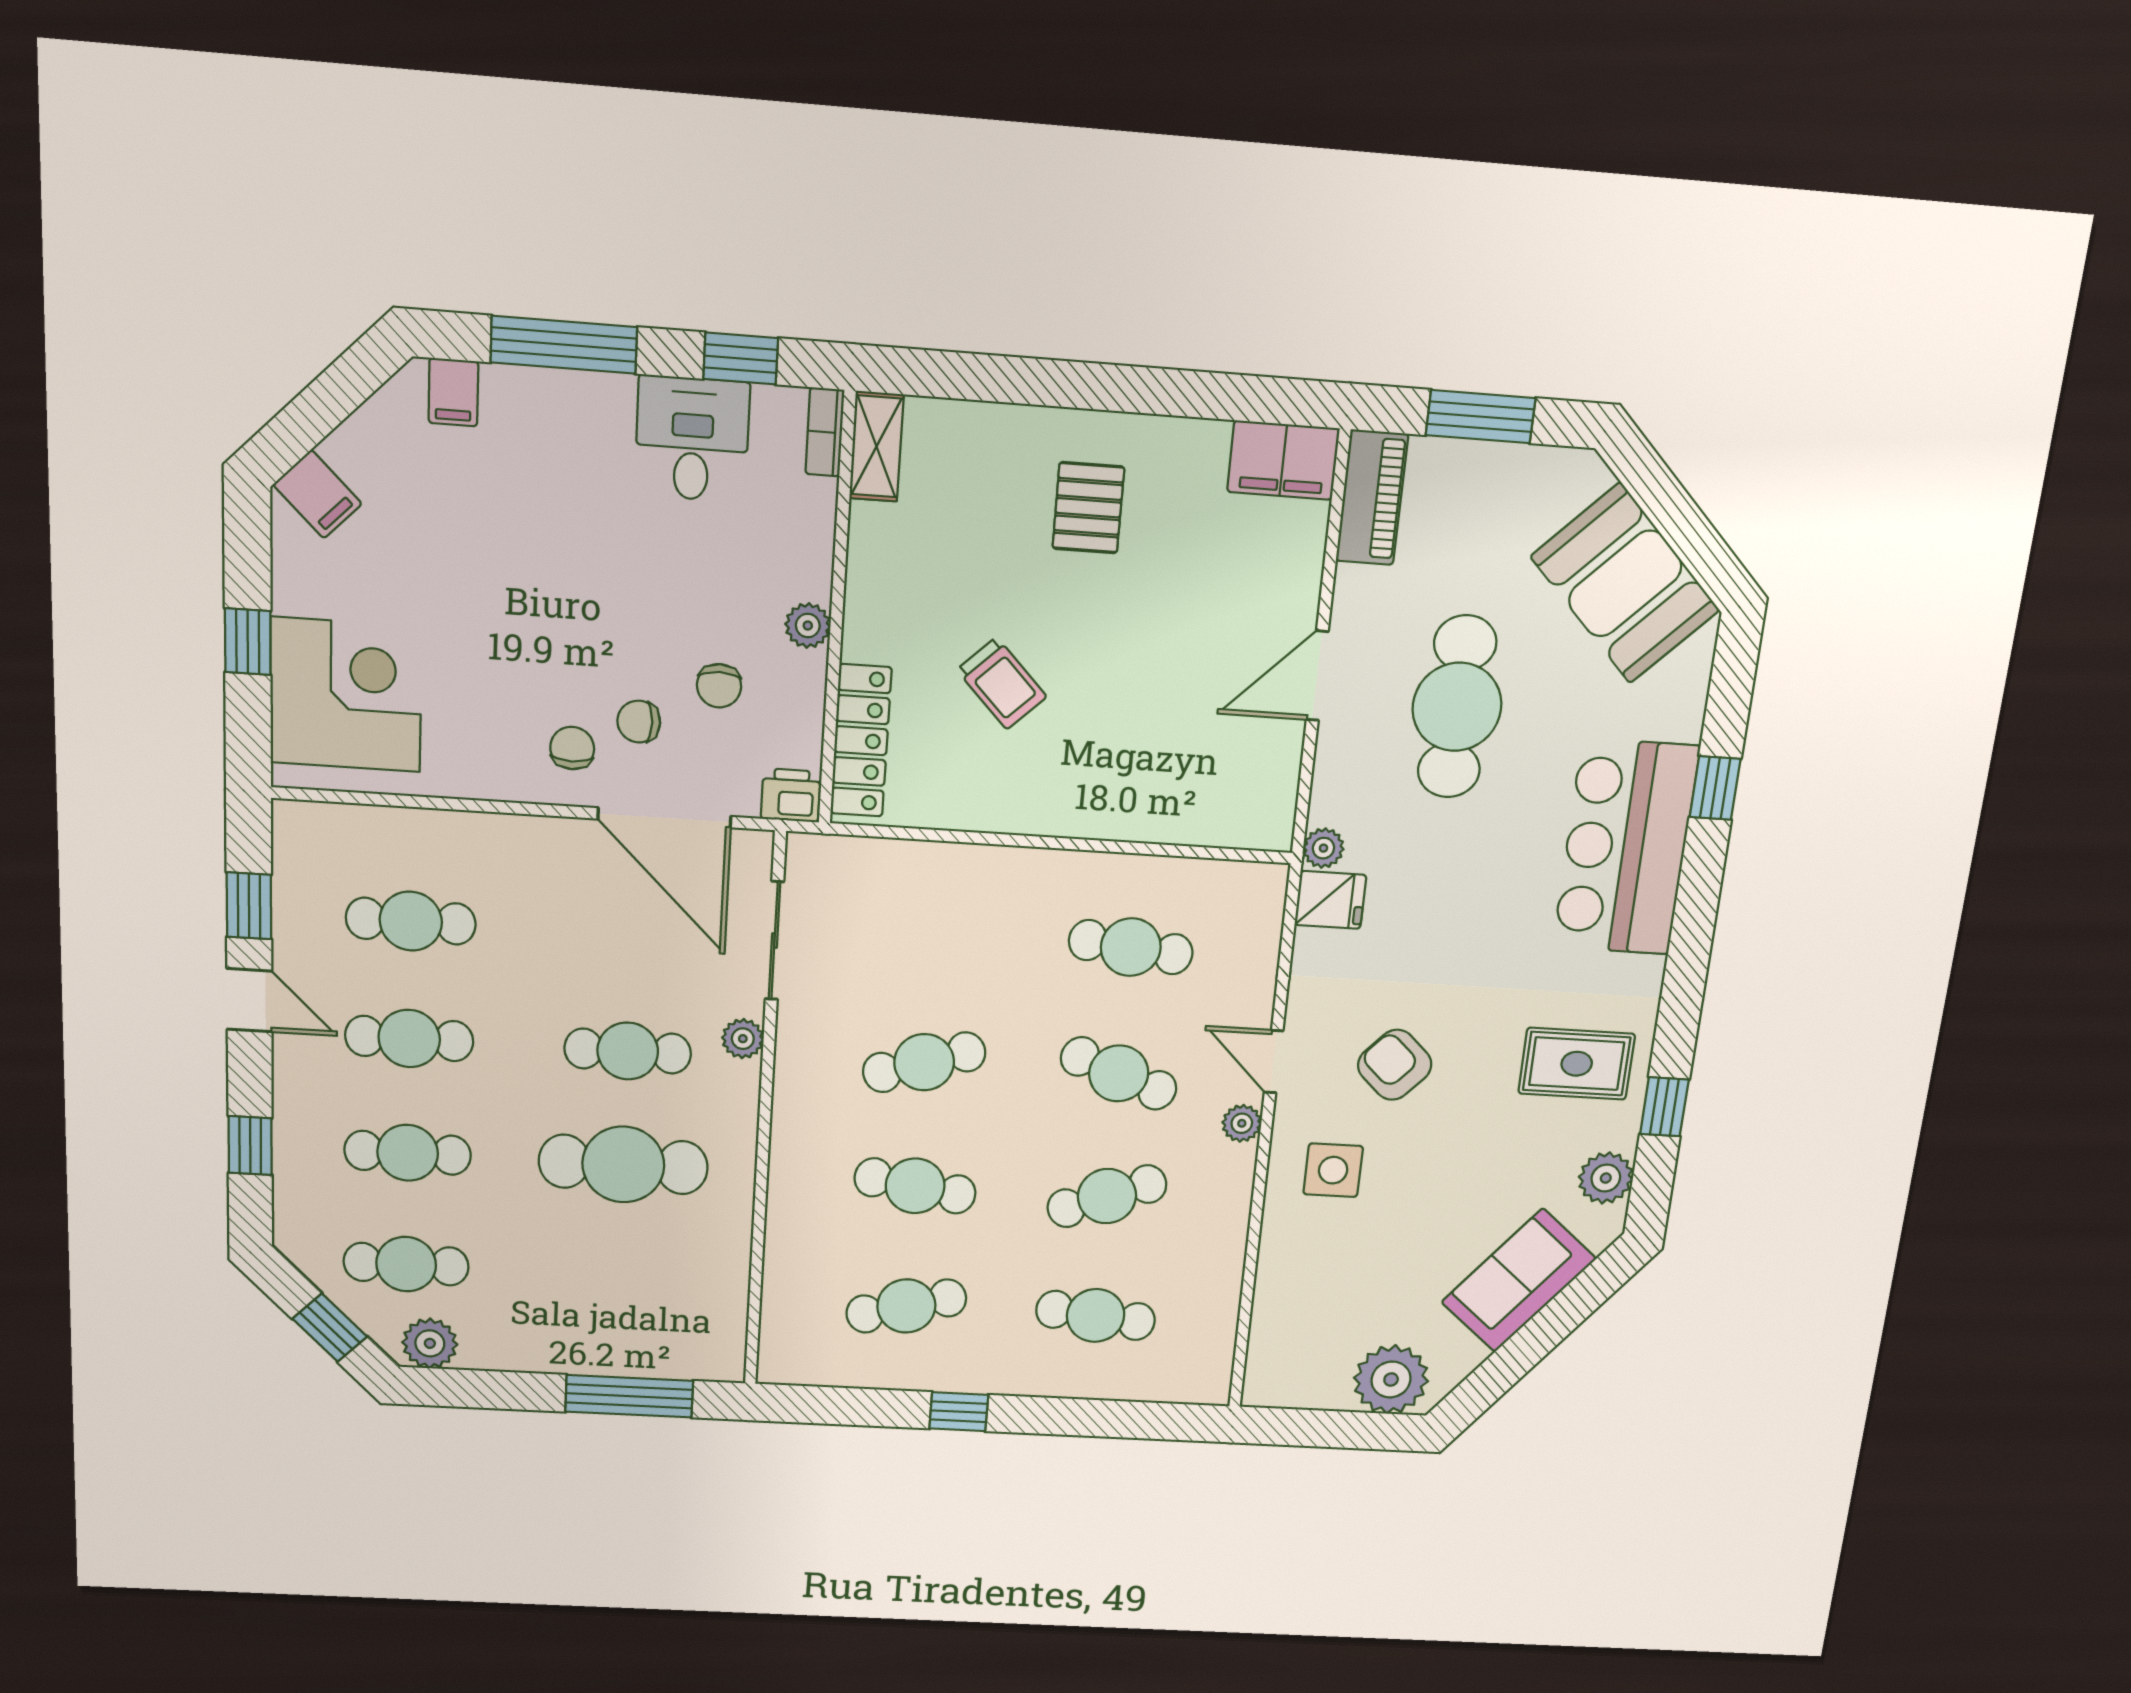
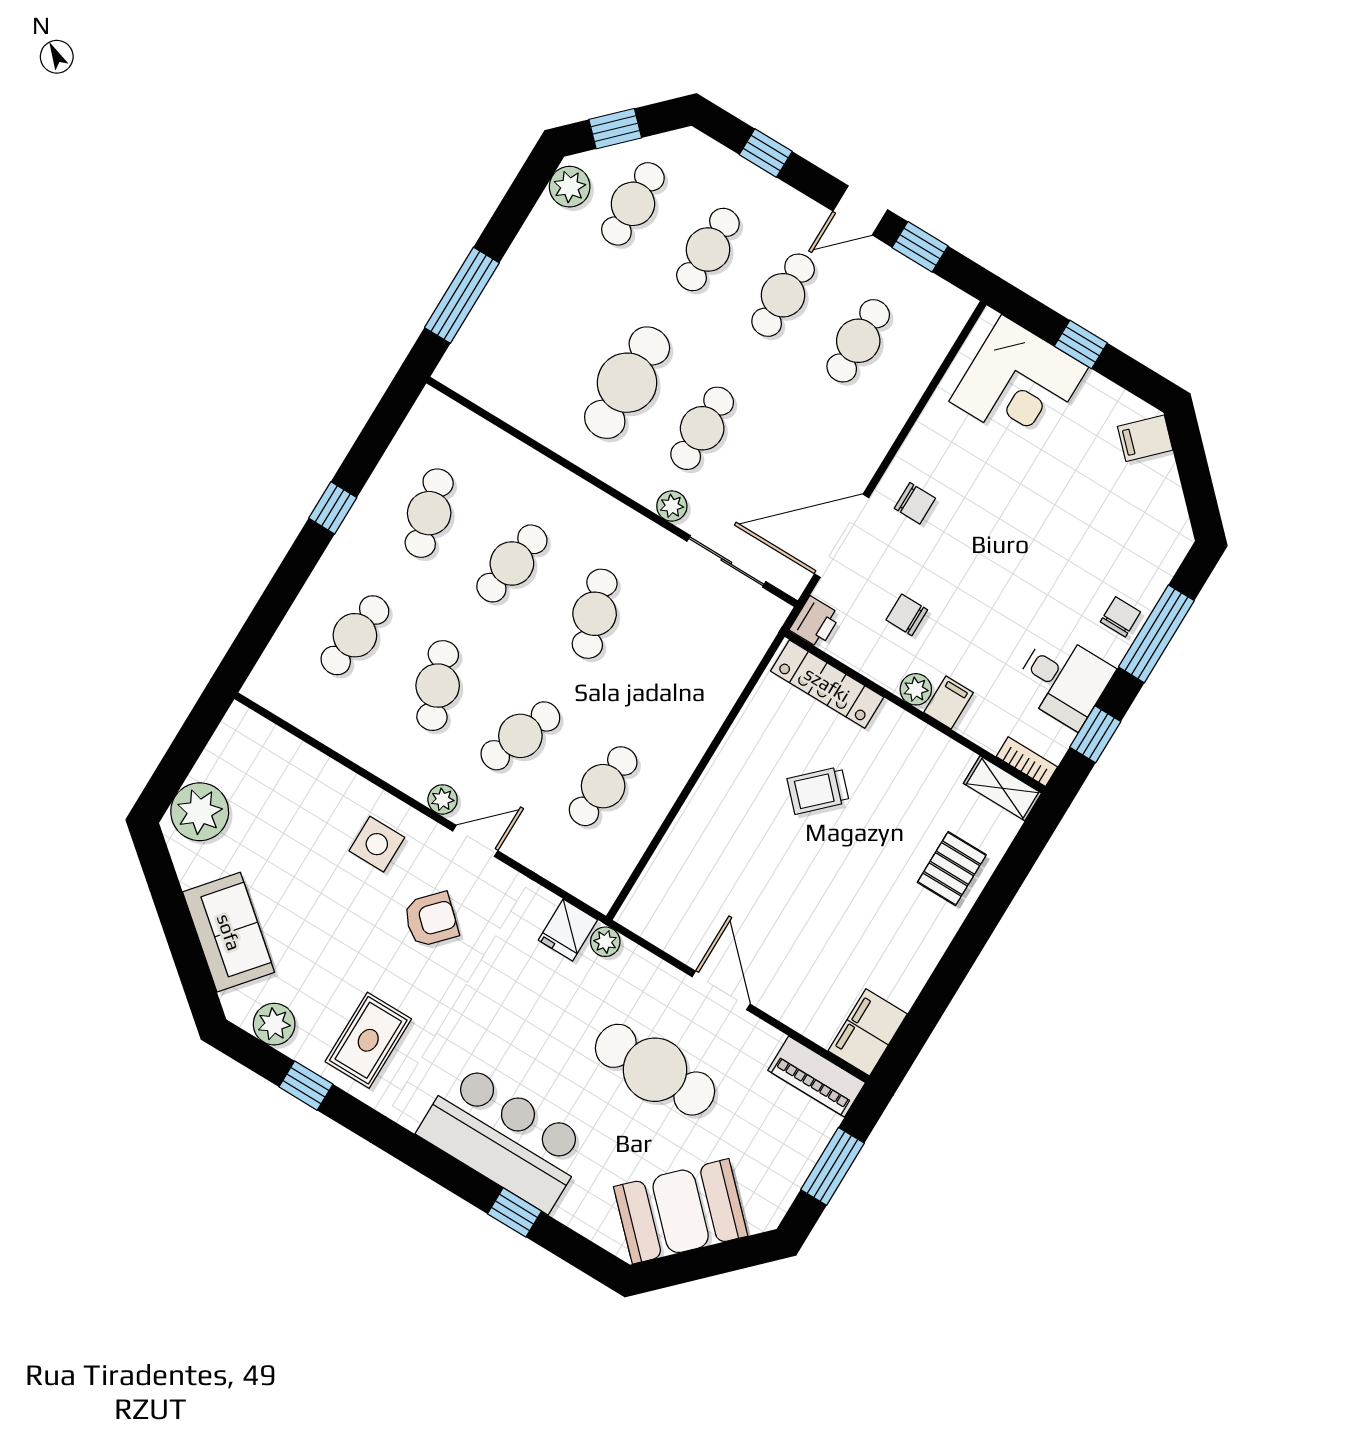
filing cabinet: (453, 392) -> (949, 702), moved, turned 90
pallet: (1088, 508) -> (952, 869), moved, turned 90
chair: (639, 722) -> (1120, 617), moved

